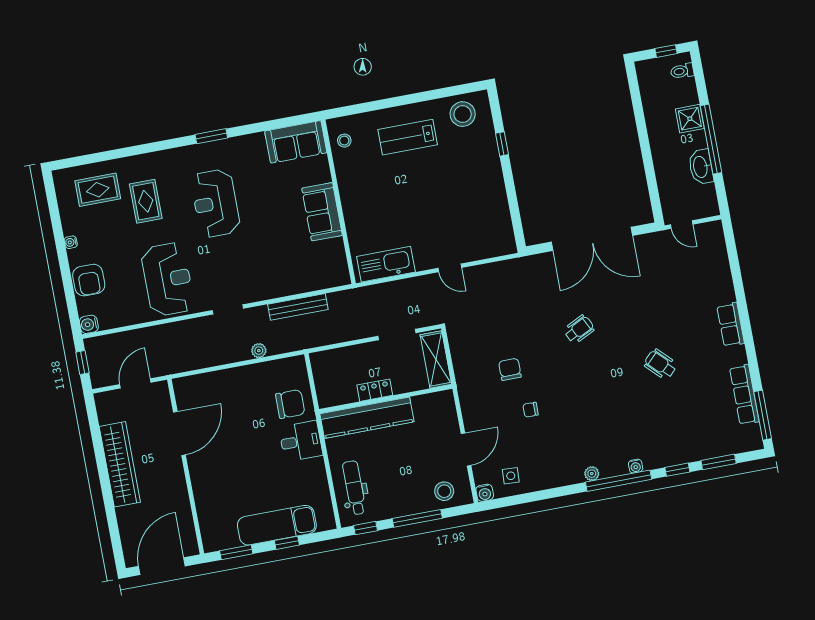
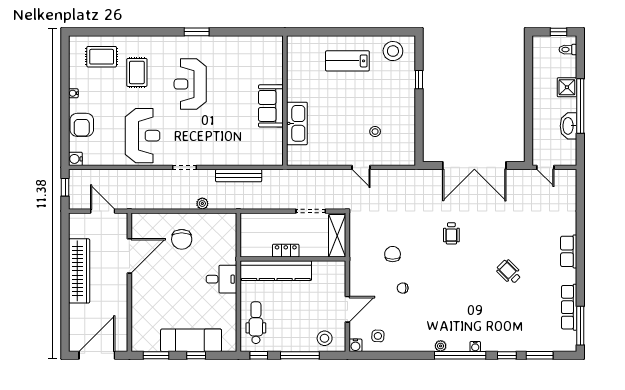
stool: (344, 141) -> (375, 132), moved
sofa: (296, 142) -> (261, 48), removed
kitchen sink: (386, 264) -> (297, 123), moved, turned 90
wheelchair: (579, 329) -> (451, 233), turned 116
door: (135, 383) -> (103, 211), hinge flipped
chair: (290, 404) -> (182, 239), moved, turned 90

